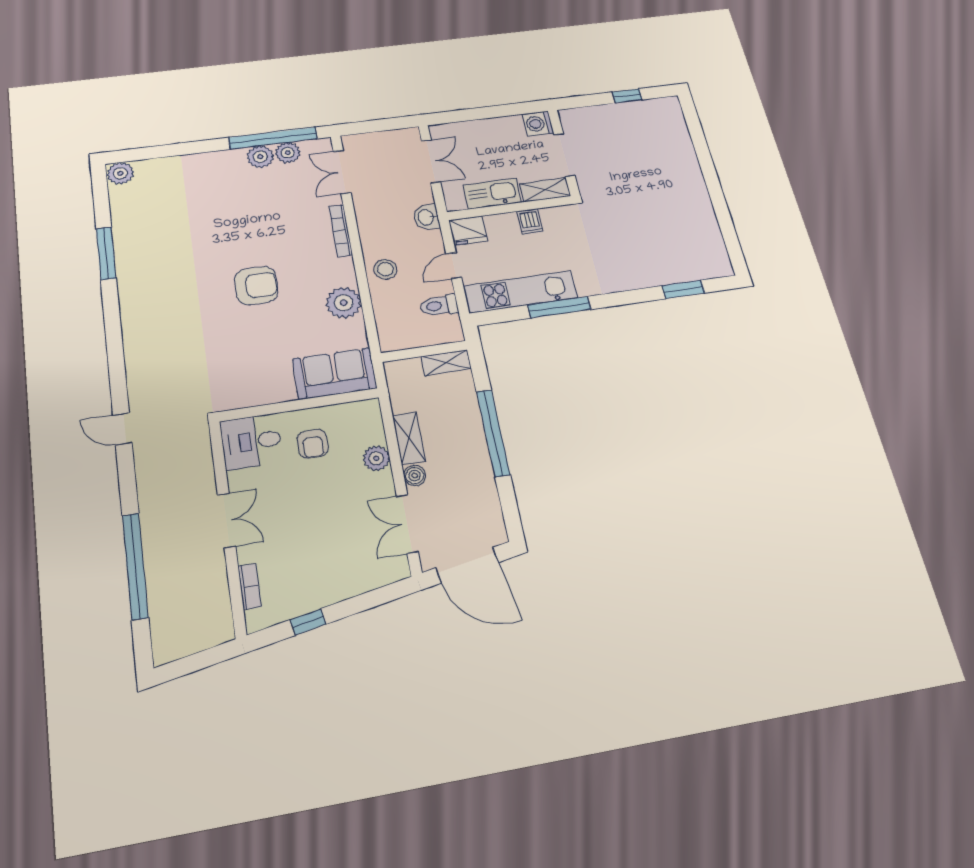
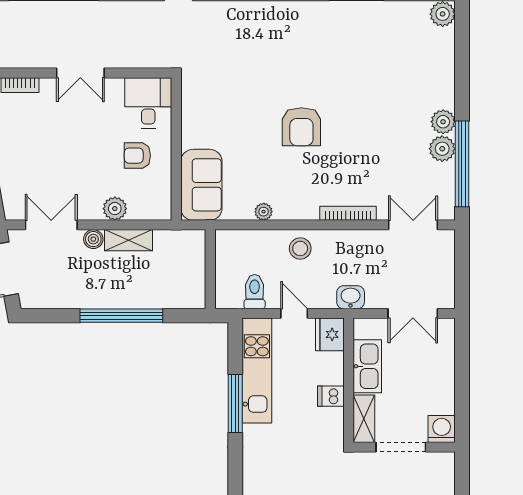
plant: (288, 153) -> (443, 122), moved
plant: (344, 303) -> (264, 212), width x0.53, depth x0.53
shelving: (446, 363) -> (196, 287), removed

